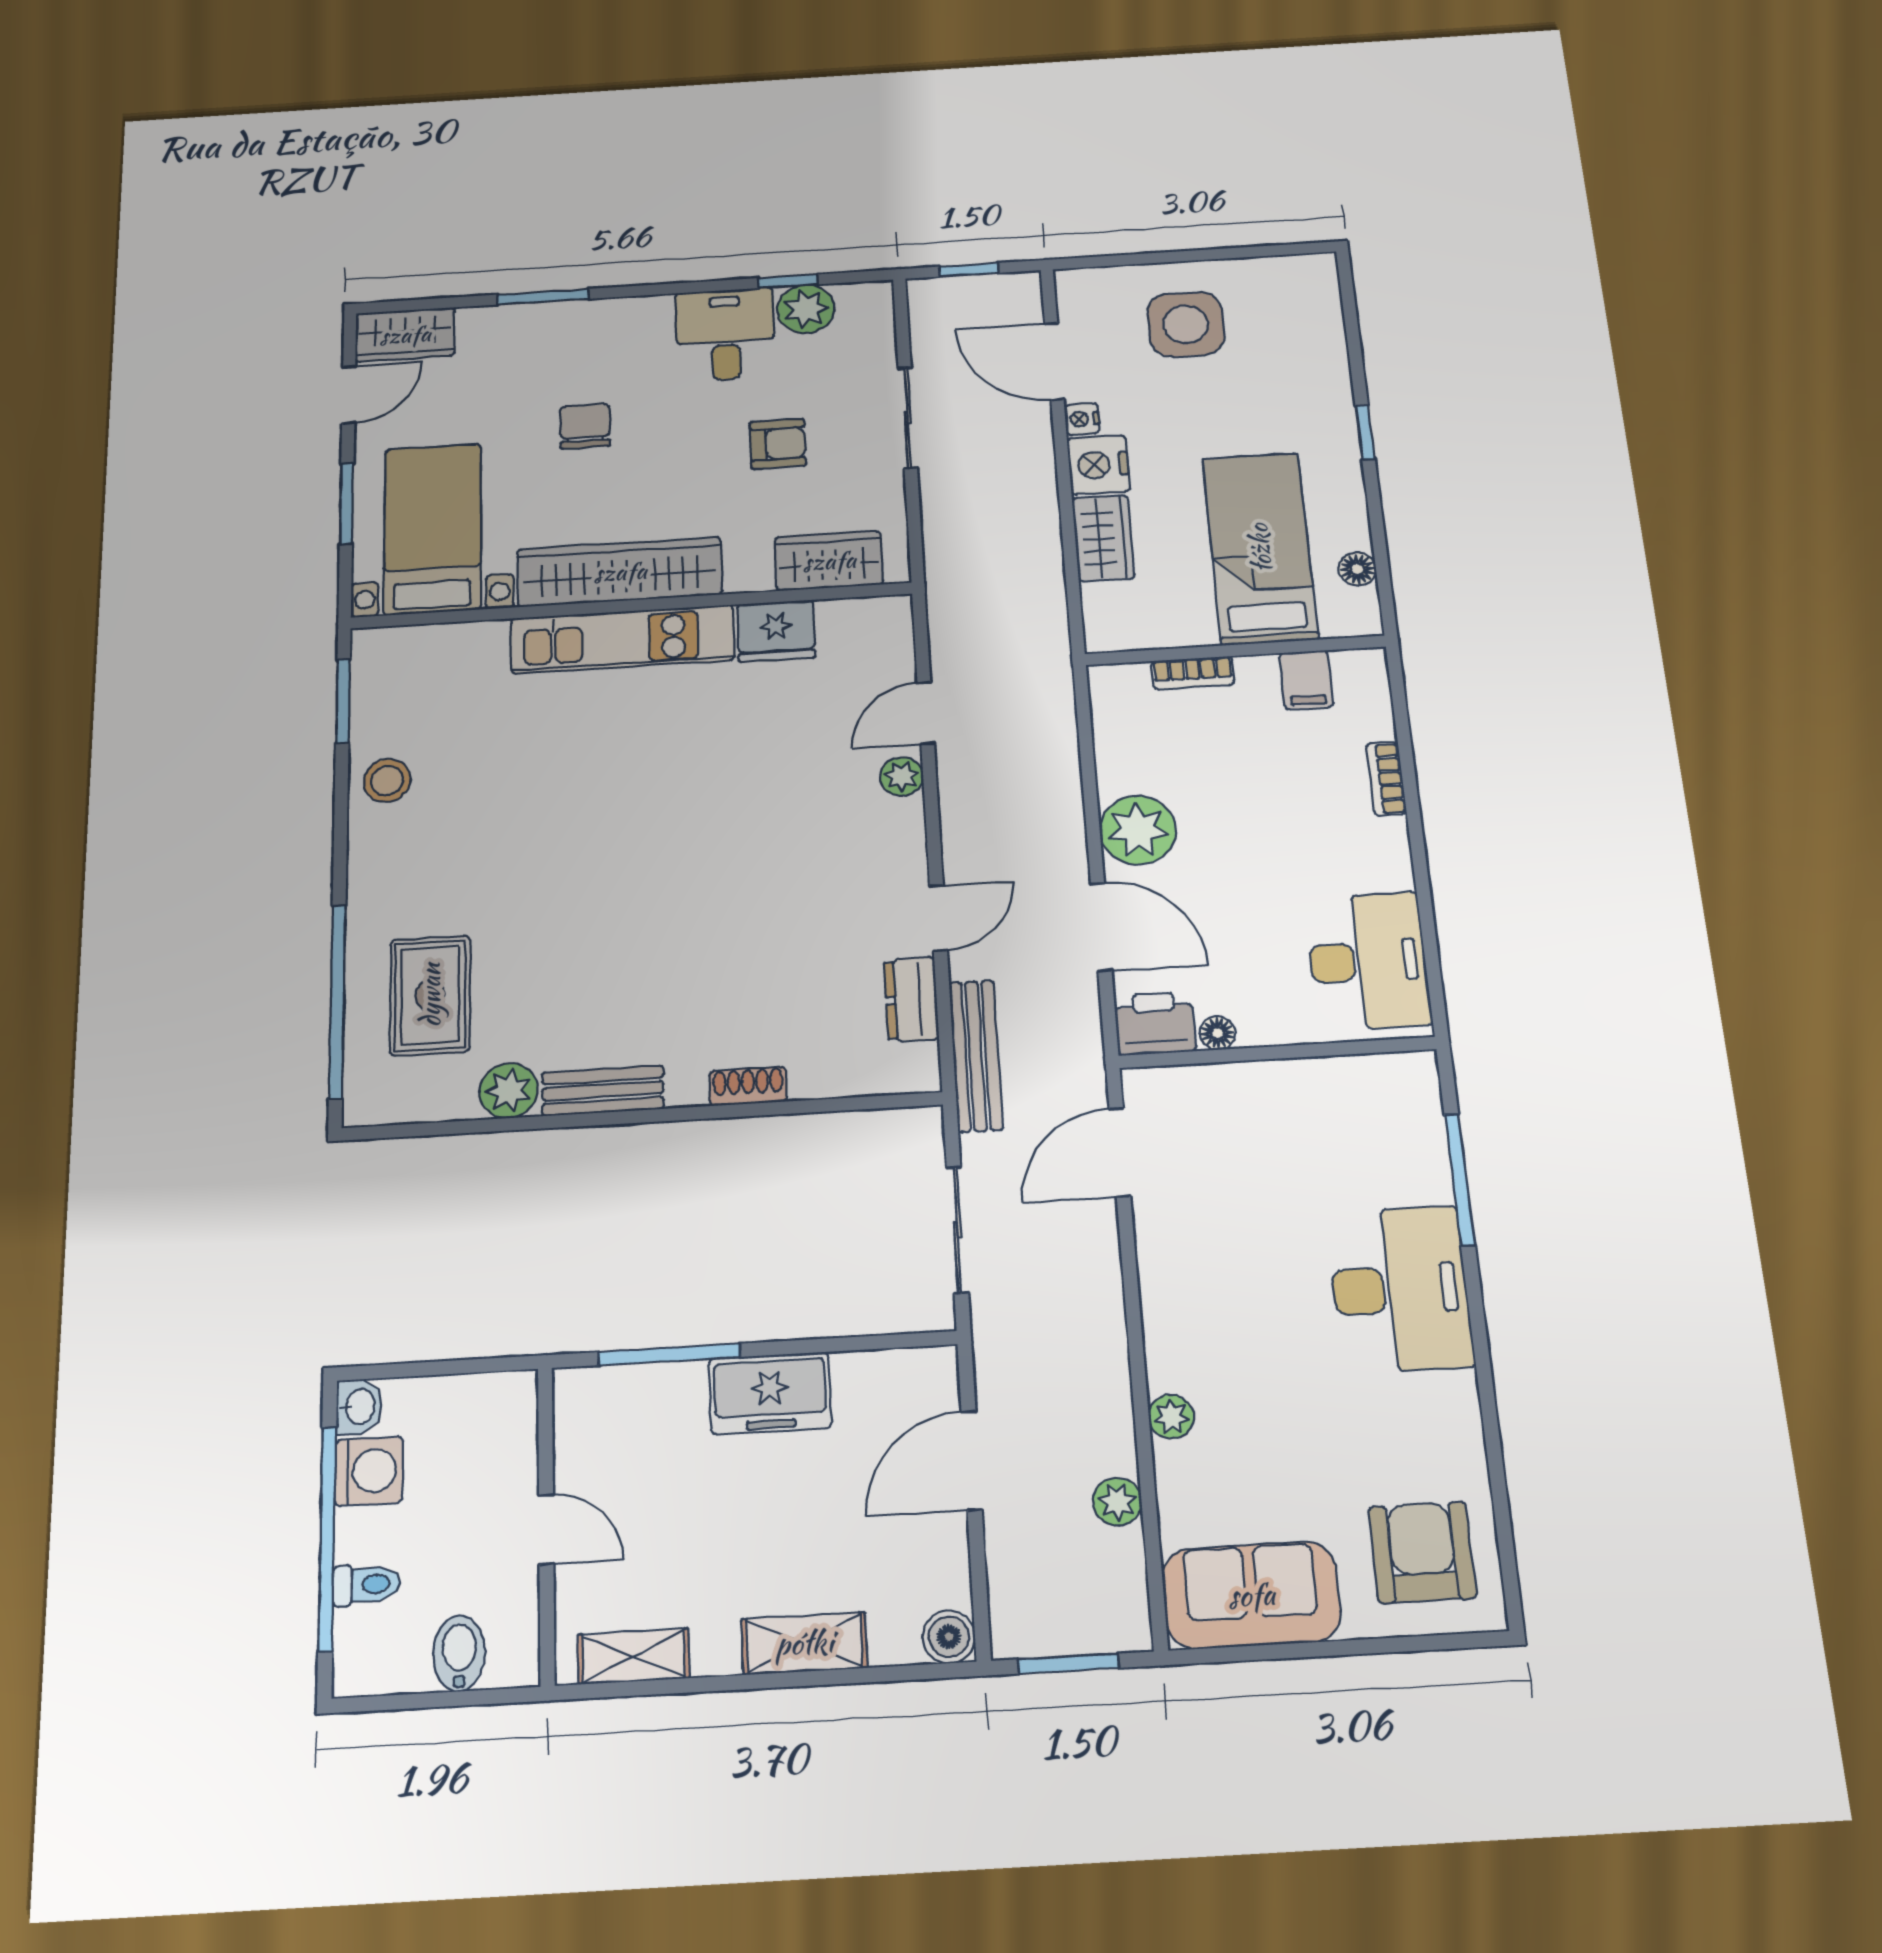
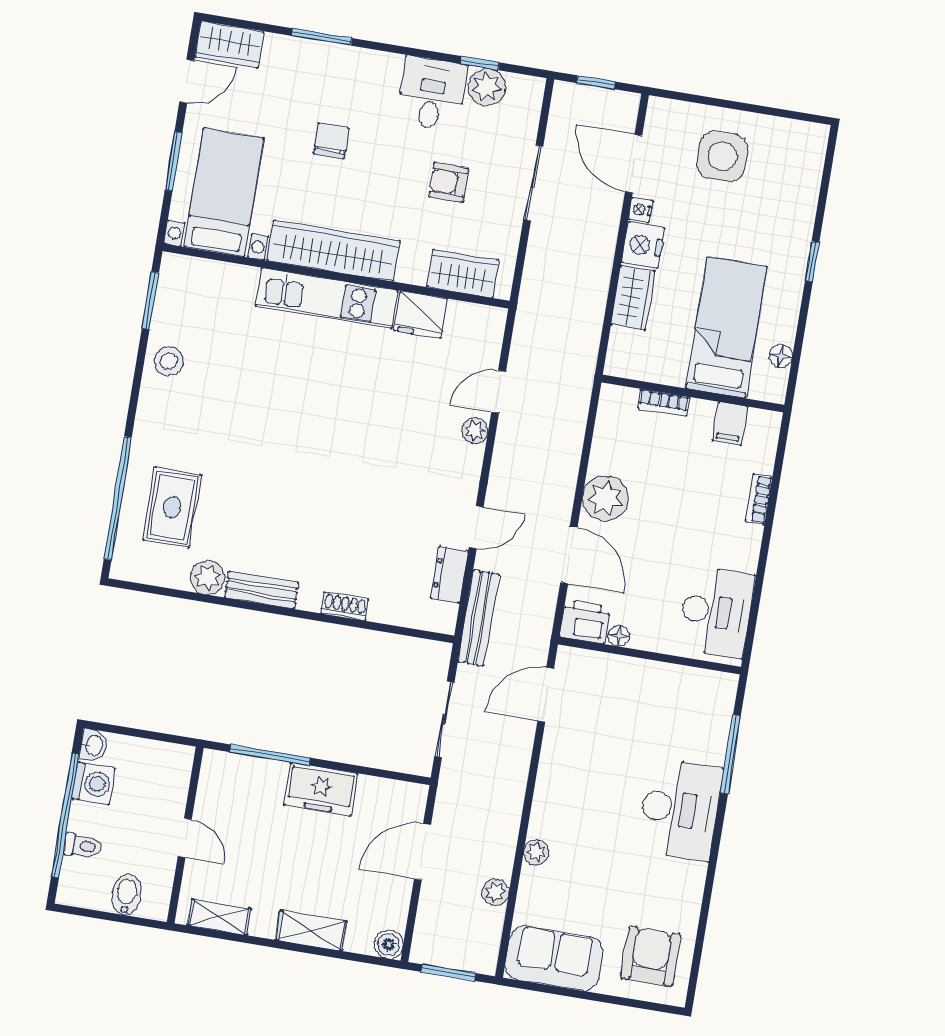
armchair: (778, 444) -> (449, 182), turned 180

